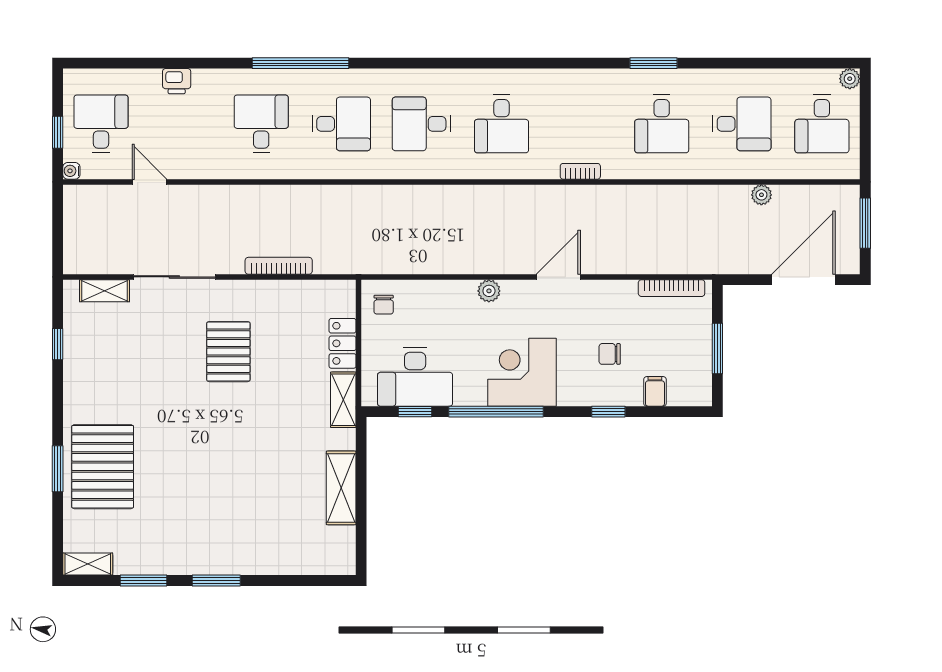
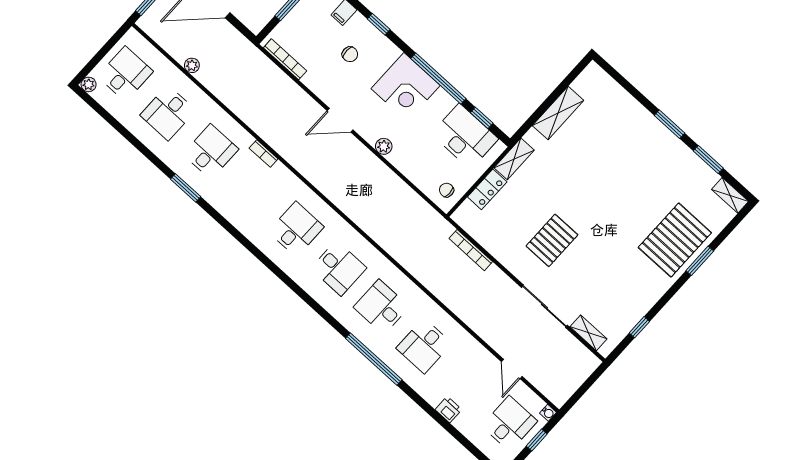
desk: (101, 124) -> (509, 423), turned 180
desk: (742, 124) -> (168, 113), turned -90
bookcase: (580, 171) -> (264, 154), moved
bookcase: (279, 266) -> (471, 250), moved
chair: (384, 305) -> (446, 190), turned -90

